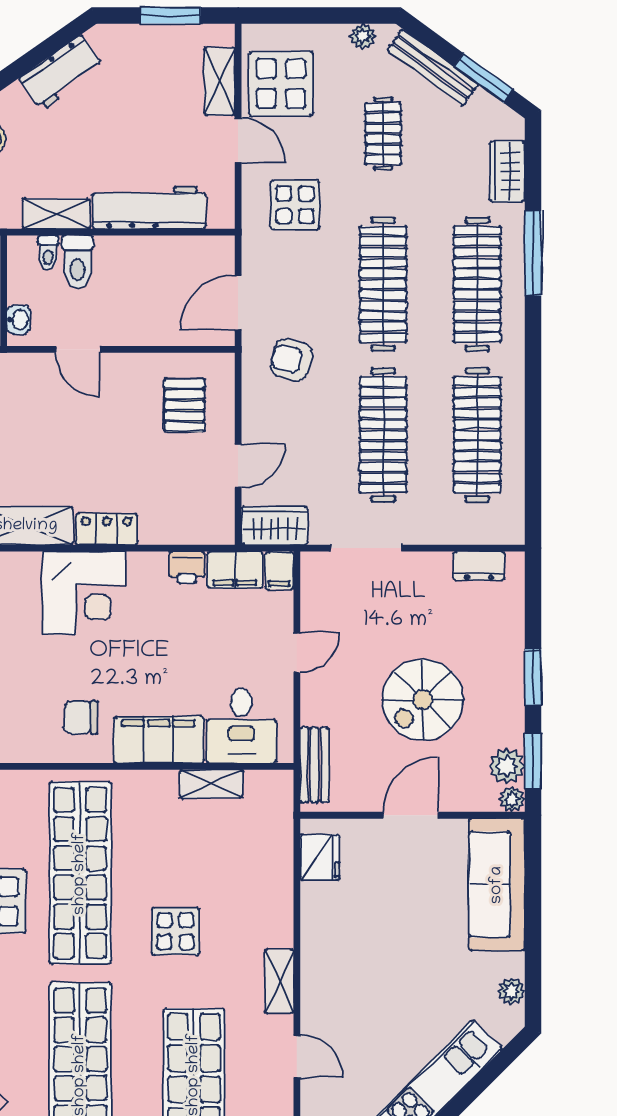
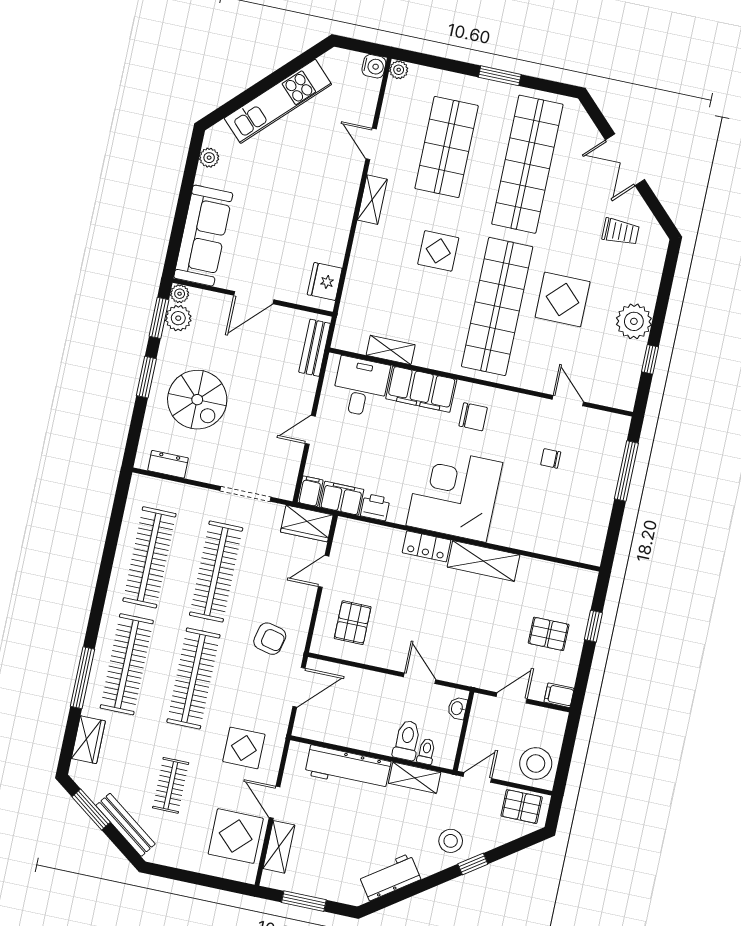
plant: (363, 36) -> (170, 858), removed
corner desk: (84, 593) -> (454, 494), width x1.36, depth x1.36
spiral stairs: (423, 700) -> (197, 400), moved, turned 90

